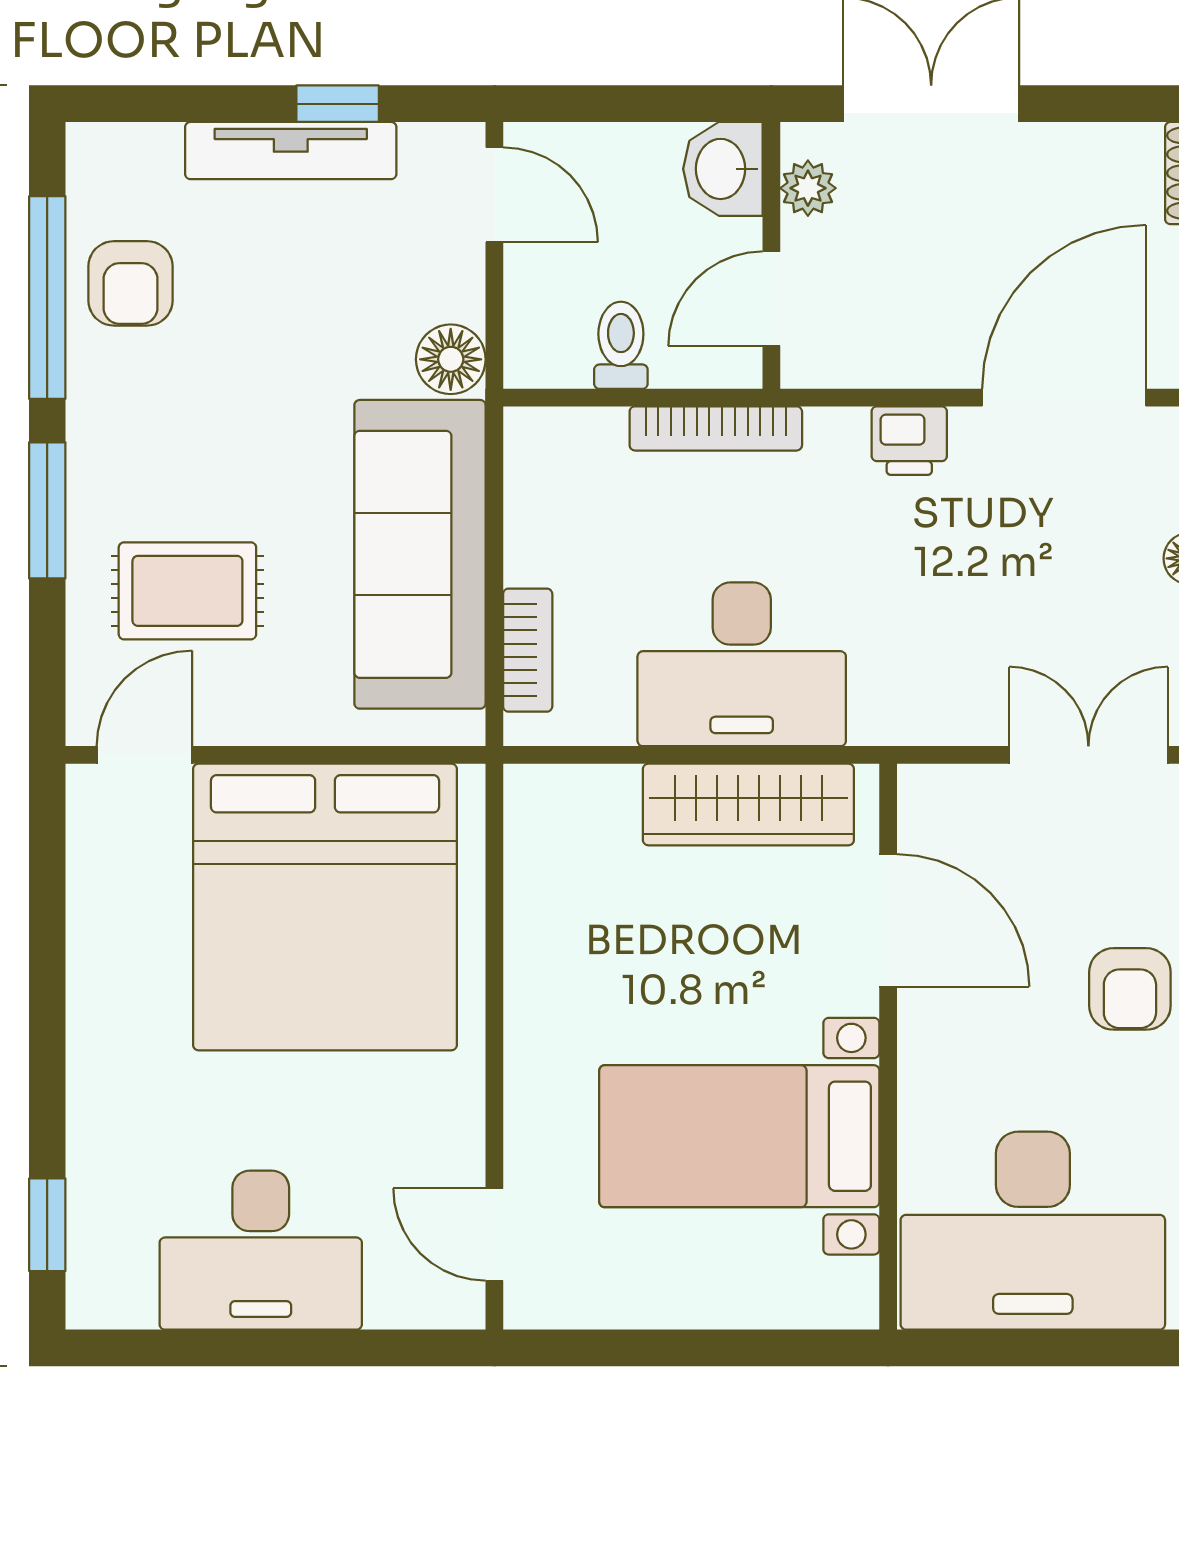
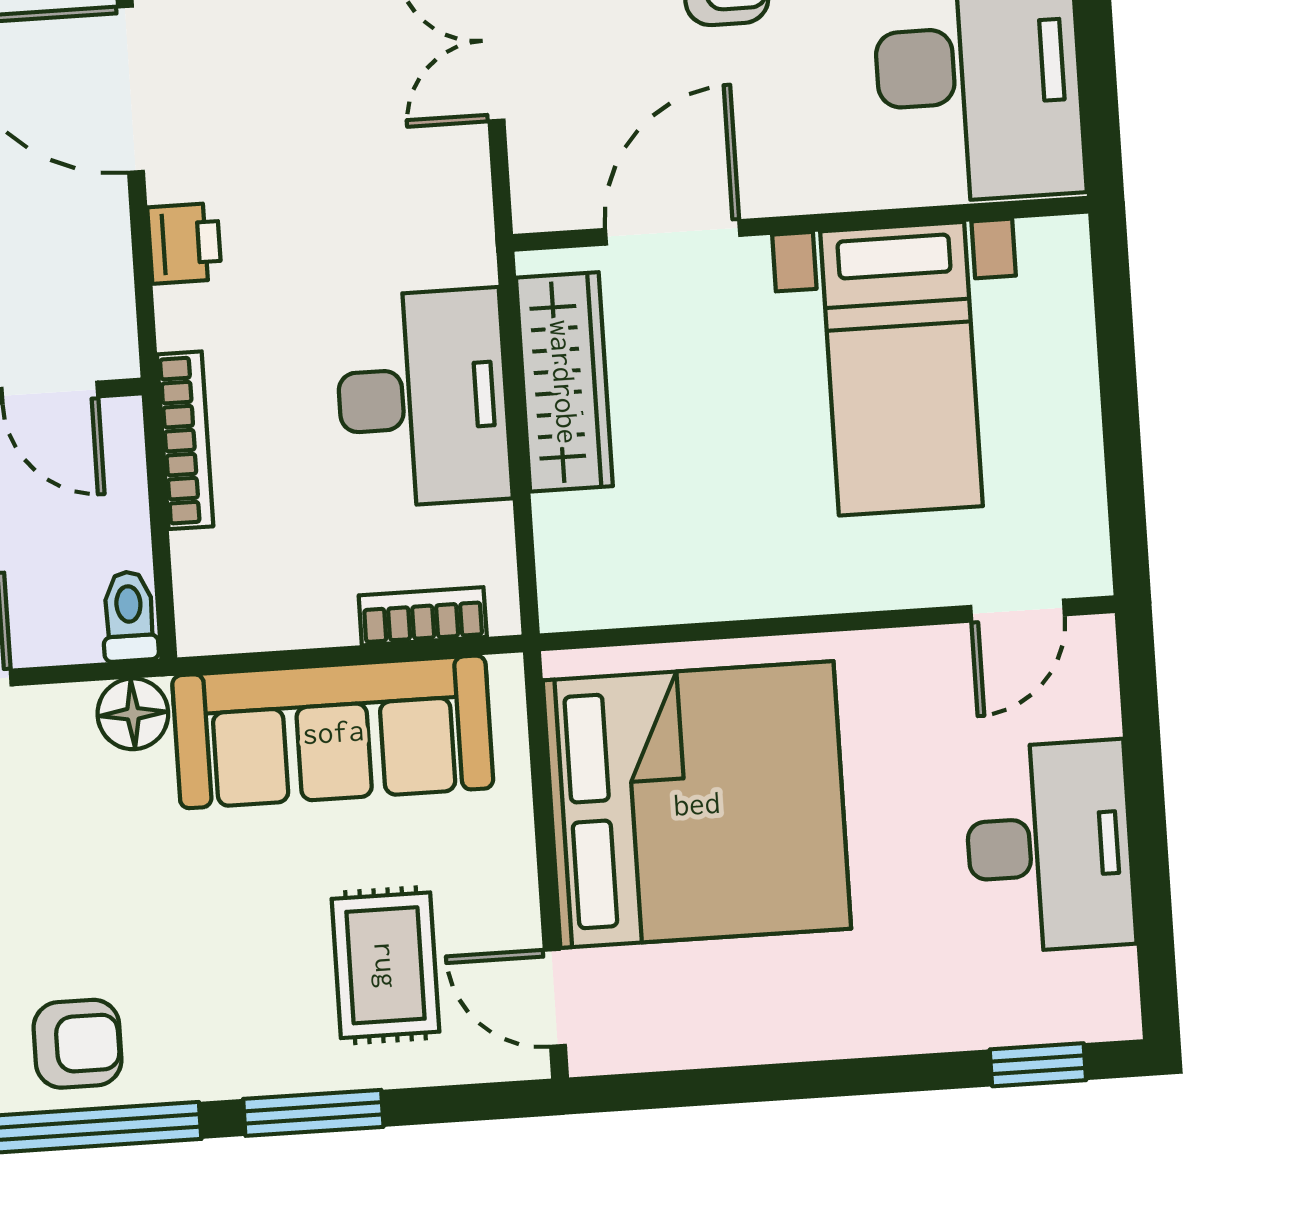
toilet: (621, 345) -> (129, 616), moved, turned 90

